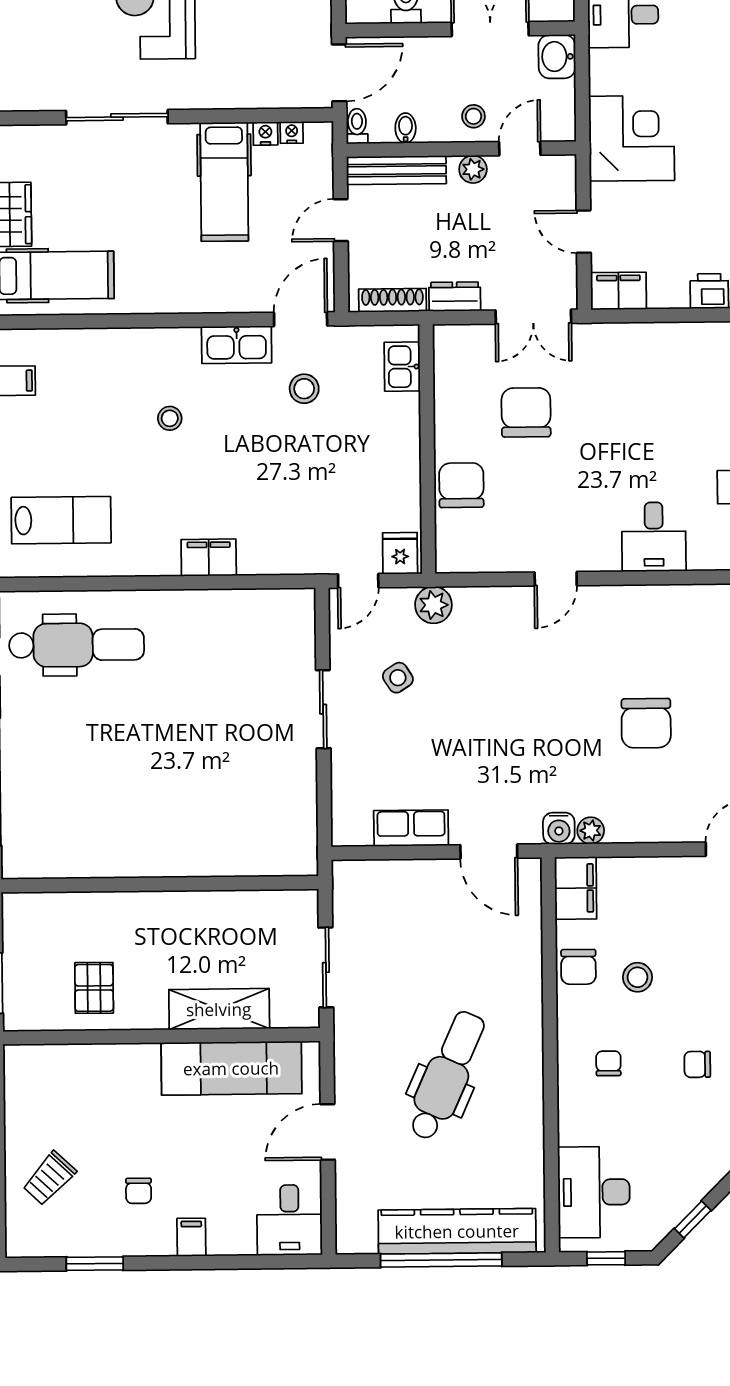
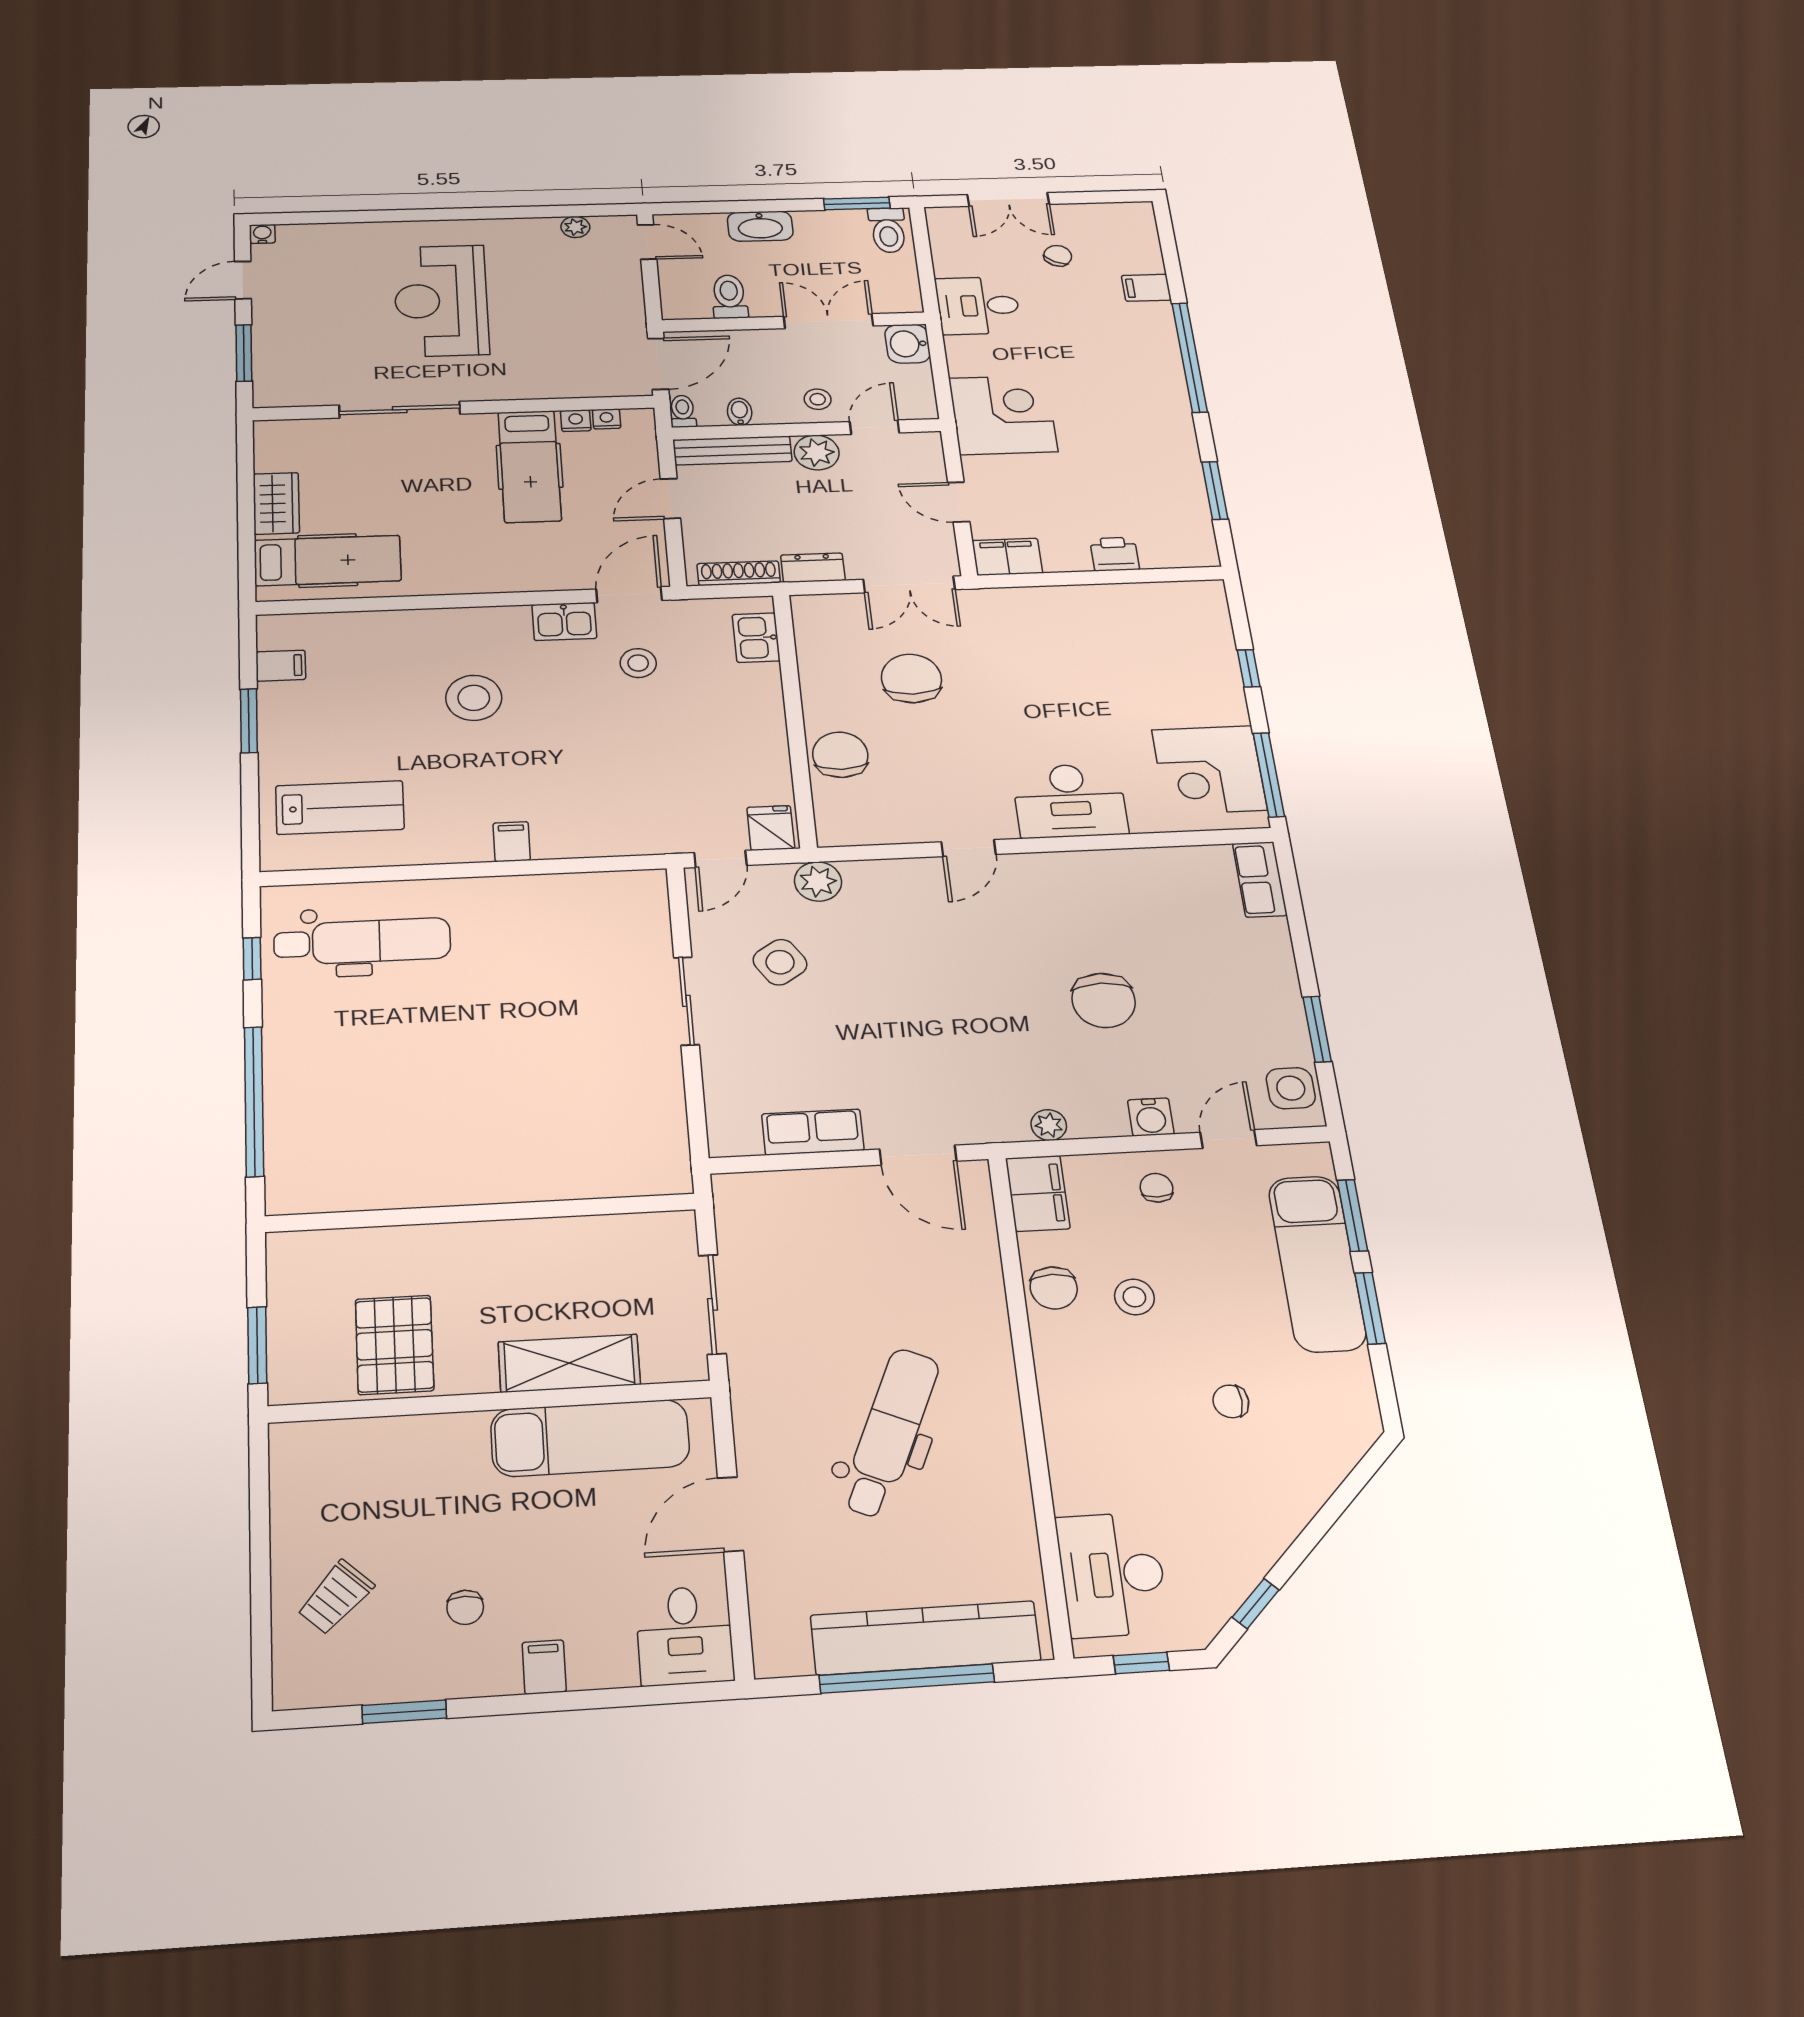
plant: (473, 169) -> (817, 452), width x1.38, depth x1.38
kitchen sink: (237, 345) -> (564, 621), width x0.73
stool: (170, 418) -> (474, 698), width x1.89, depth x1.89
desk: (654, 537) -> (1070, 801), width x1.37
filing cabinet: (209, 558) -> (512, 842), width x0.50
side table: (398, 678) -> (780, 962), width x1.37, depth x1.37
water cooler: (559, 828) -> (1151, 1117), moved
pallet: (94, 988) -> (395, 1345), width x1.50, depth x1.42
chair: (608, 1063) -> (1157, 1188), moved

